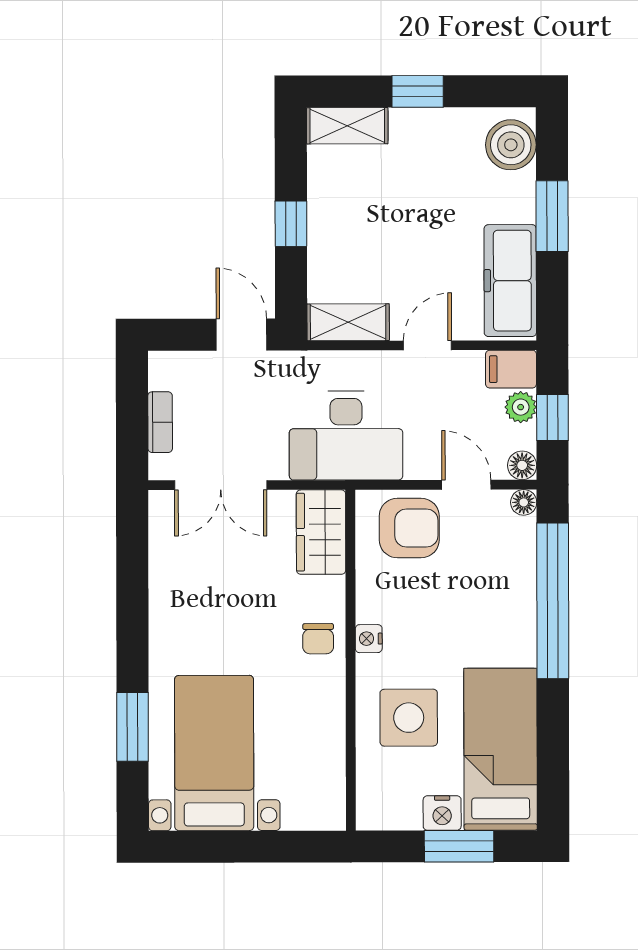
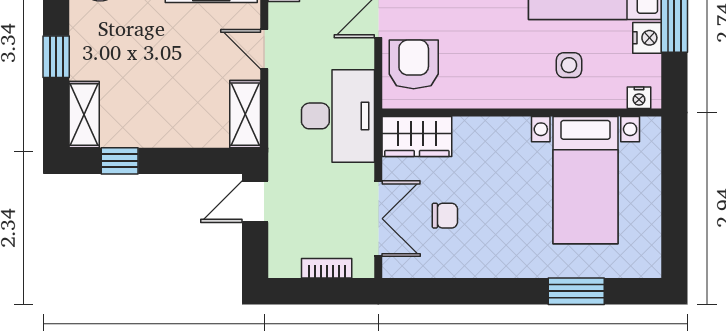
window: (291, 224) -> (120, 161), moved
chair: (318, 639) -> (445, 216), moved
nightstand: (369, 639) -> (639, 98), moved
side table: (409, 718) -> (569, 65), width x0.54, depth x0.54
bed with nightstands: (214, 753) -> (585, 180), moved, turned -90

